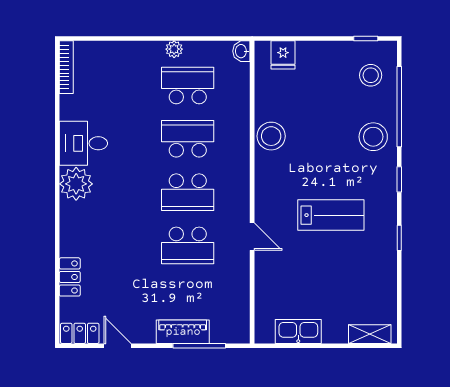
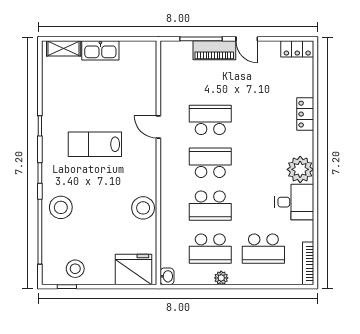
fridge: (283, 55) -> (133, 269), width x1.88, depth x1.34
stool: (371, 75) -> (75, 269), moved
school desk: (122, 86) -> (263, 249), added
locker: (70, 277) -> (305, 114), moved
kitchen sink: (298, 332) -> (100, 50), moved
door: (117, 346) -> (247, 39), moved

